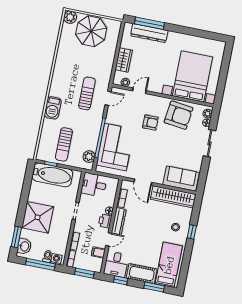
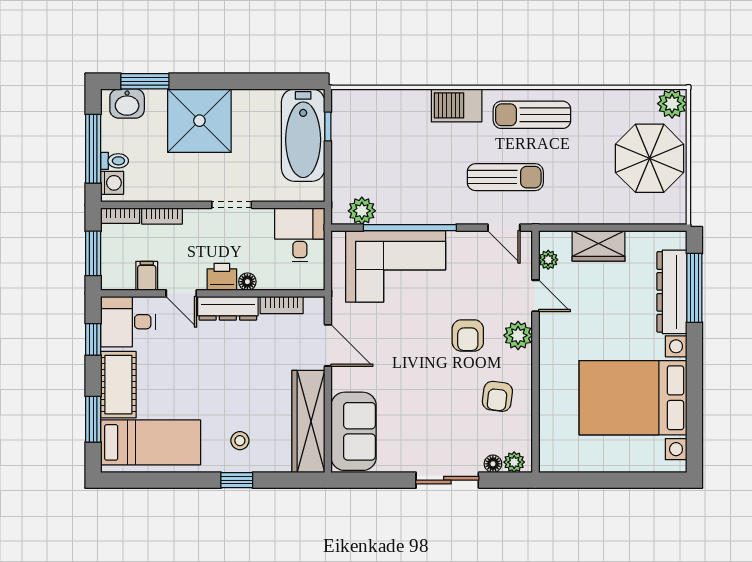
bed with nightstands: (192, 76) -> (633, 398), moved, turned 180
plant: (155, 101) -> (518, 335), added
armchair: (178, 115) -> (497, 396), width x0.53, depth x0.53
sun lounger: (64, 144) -> (532, 115), moved
door: (143, 182) -> (328, 345), swing flipped

